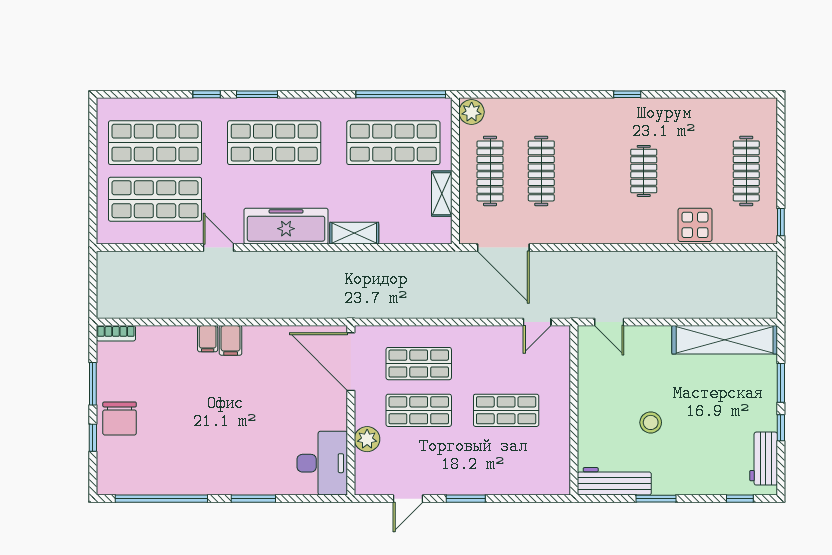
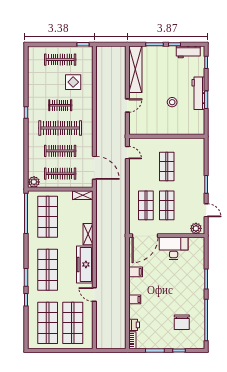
clothes rail: (593, 171) -> (60, 128), added
shelving: (442, 194) -> (83, 195), moved
display table: (695, 225) -> (73, 82), moved
door: (218, 248) -> (94, 295), hinge flipped
door: (503, 248) -> (94, 168), hinge flipped
door: (609, 322) -> (127, 106), moved
printer: (150, 337) -> (134, 325), added
filing cabinet: (231, 340) -> (136, 272), moved
chair: (120, 418) -> (182, 322), moved, turned 90
plant: (367, 439) -> (196, 228), moved
desk: (322, 463) -> (174, 248), moved
workbench: (614, 481) -> (198, 93), moved

